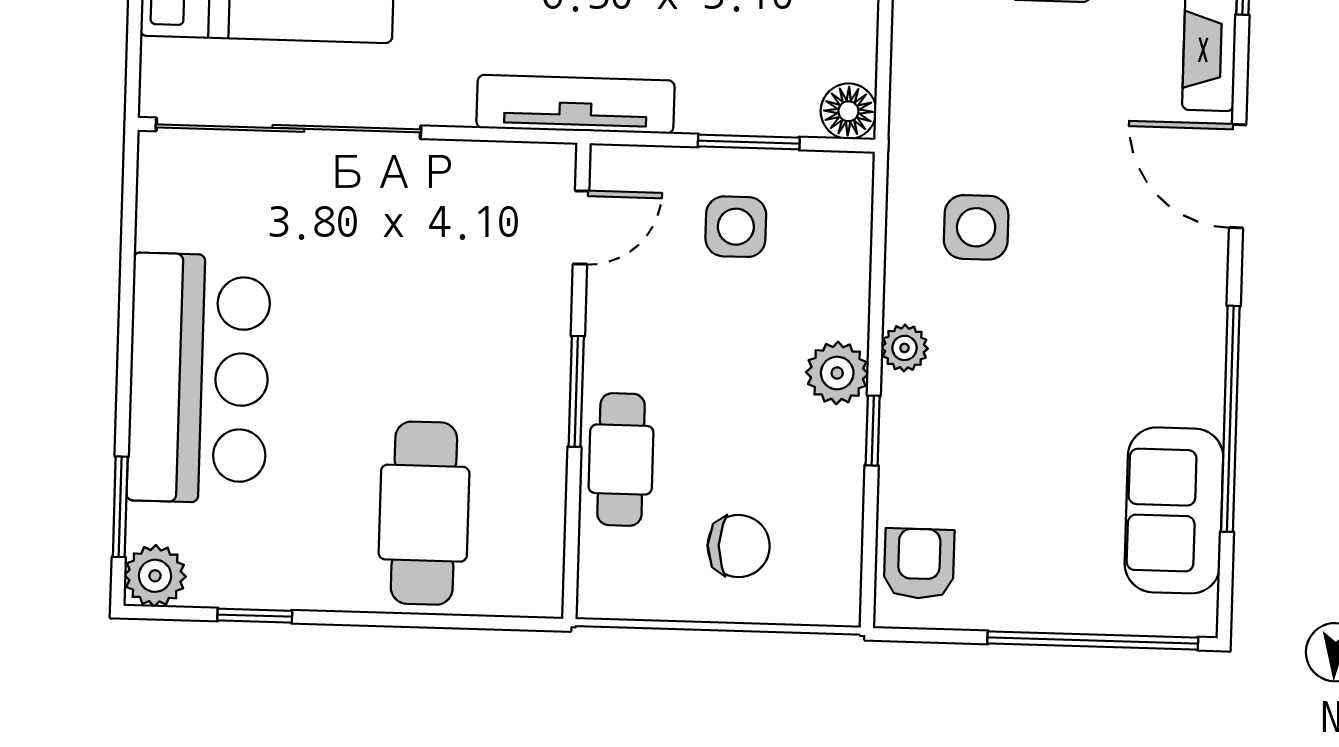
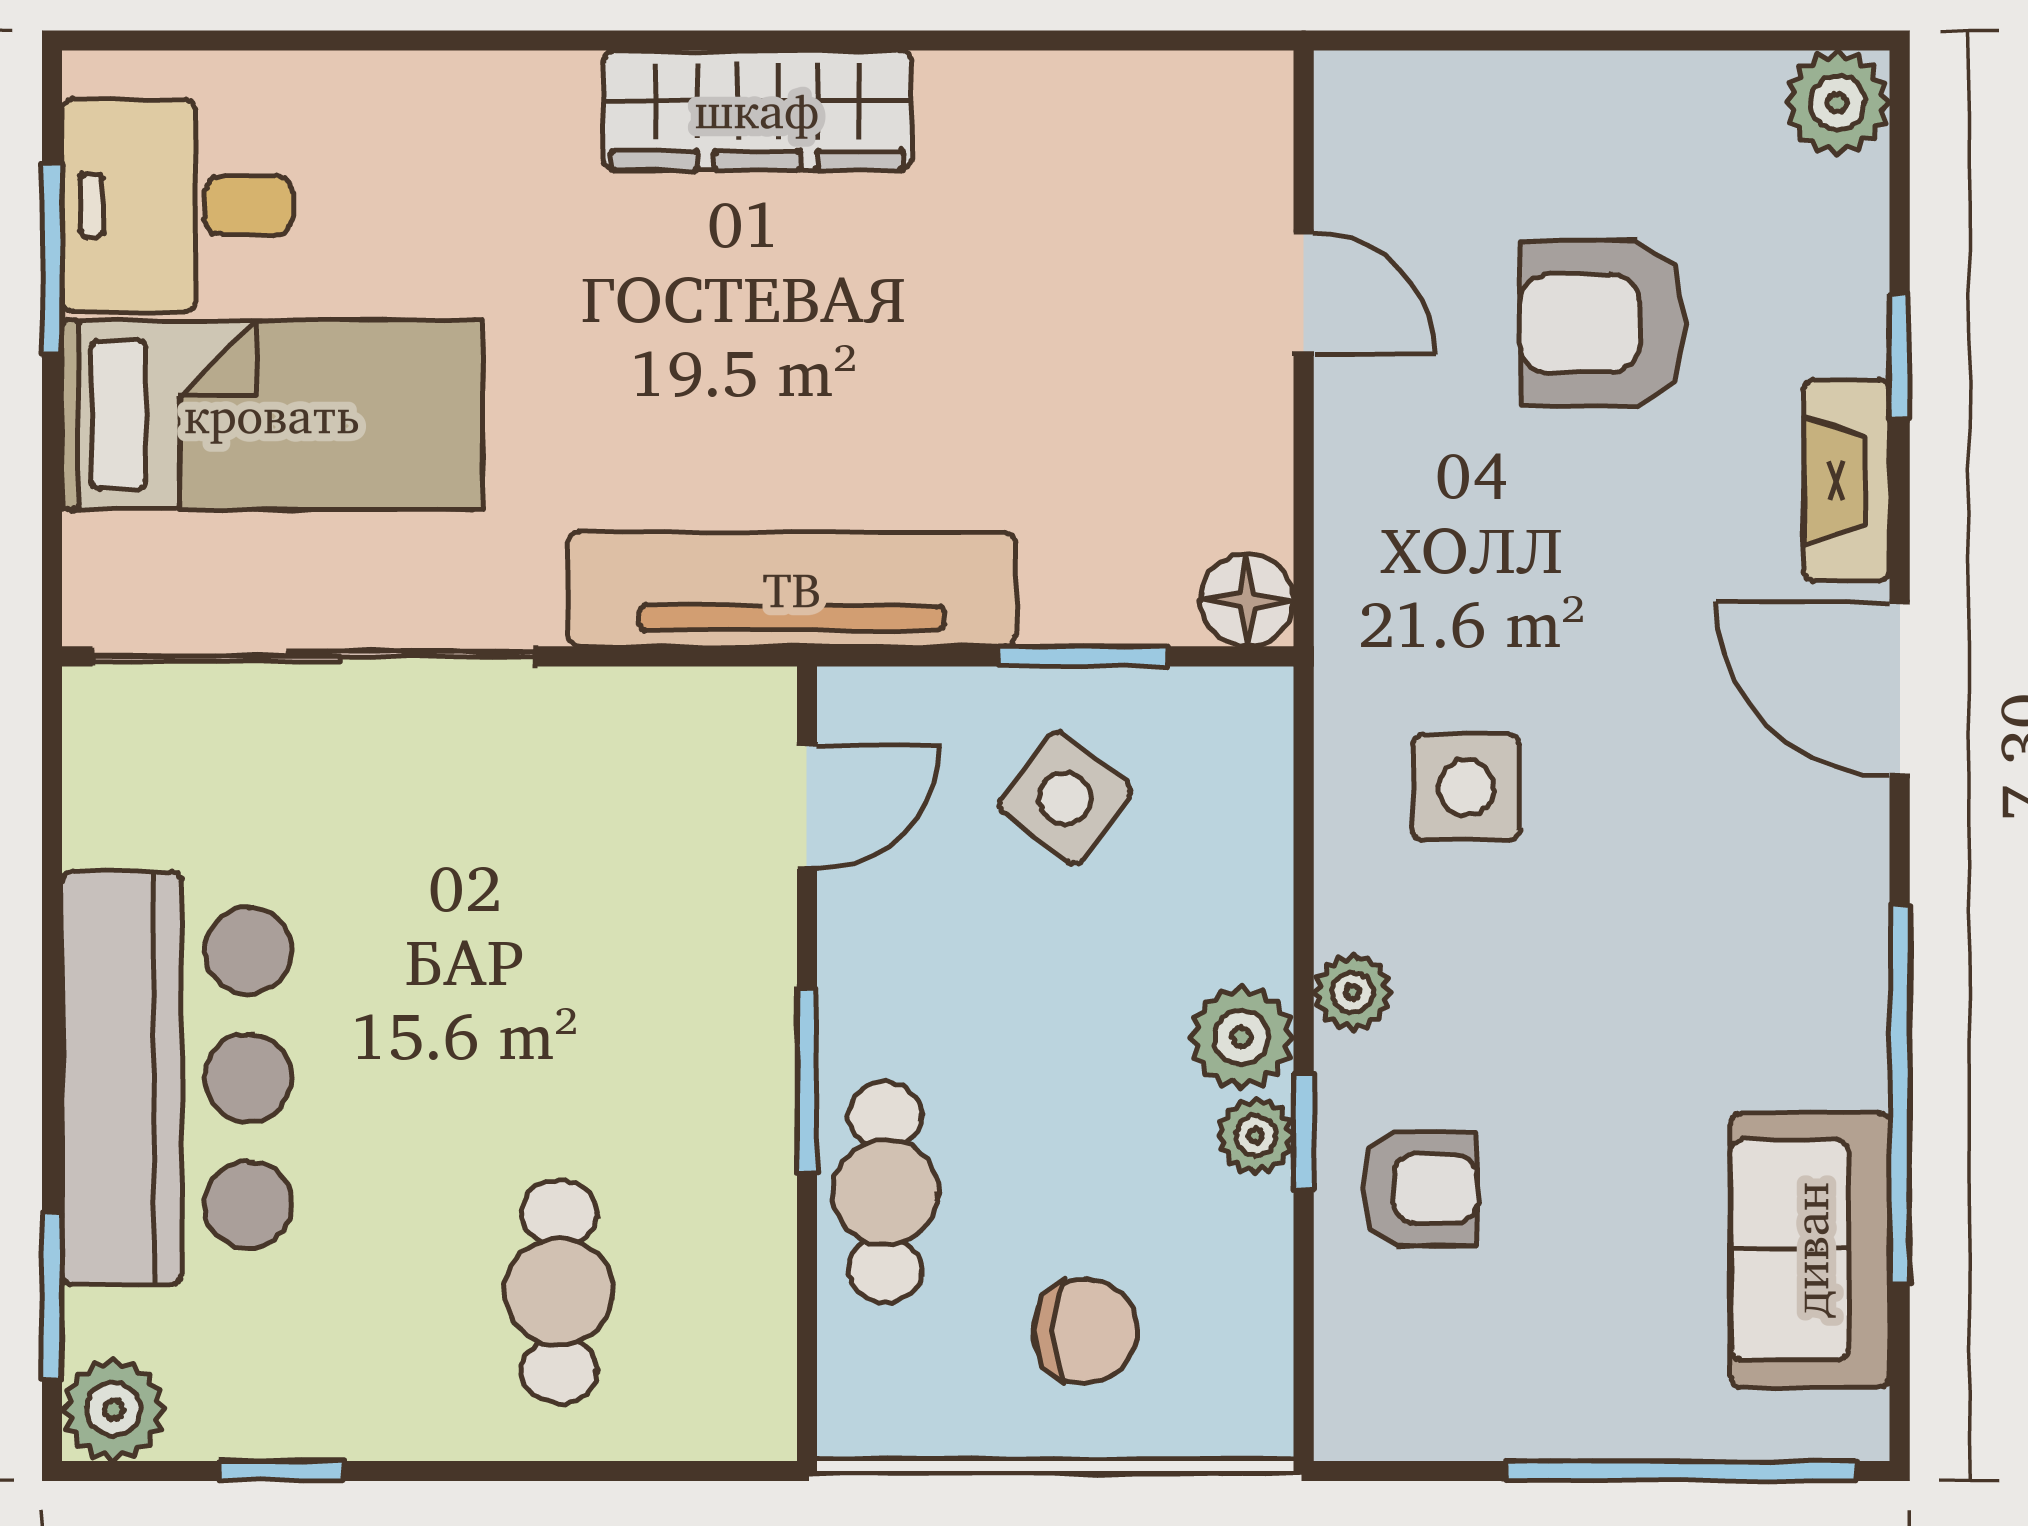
tv unit: (576, 104) -> (792, 589), width x1.36, depth x1.29
side table: (736, 227) -> (1065, 798), turned 37
plant: (844, 432) -> (1256, 1136), added
cafe table: (424, 513) -> (559, 1292), width x0.73, depth x0.74
armchair: (919, 564) -> (1419, 1188), moved, turned 90

